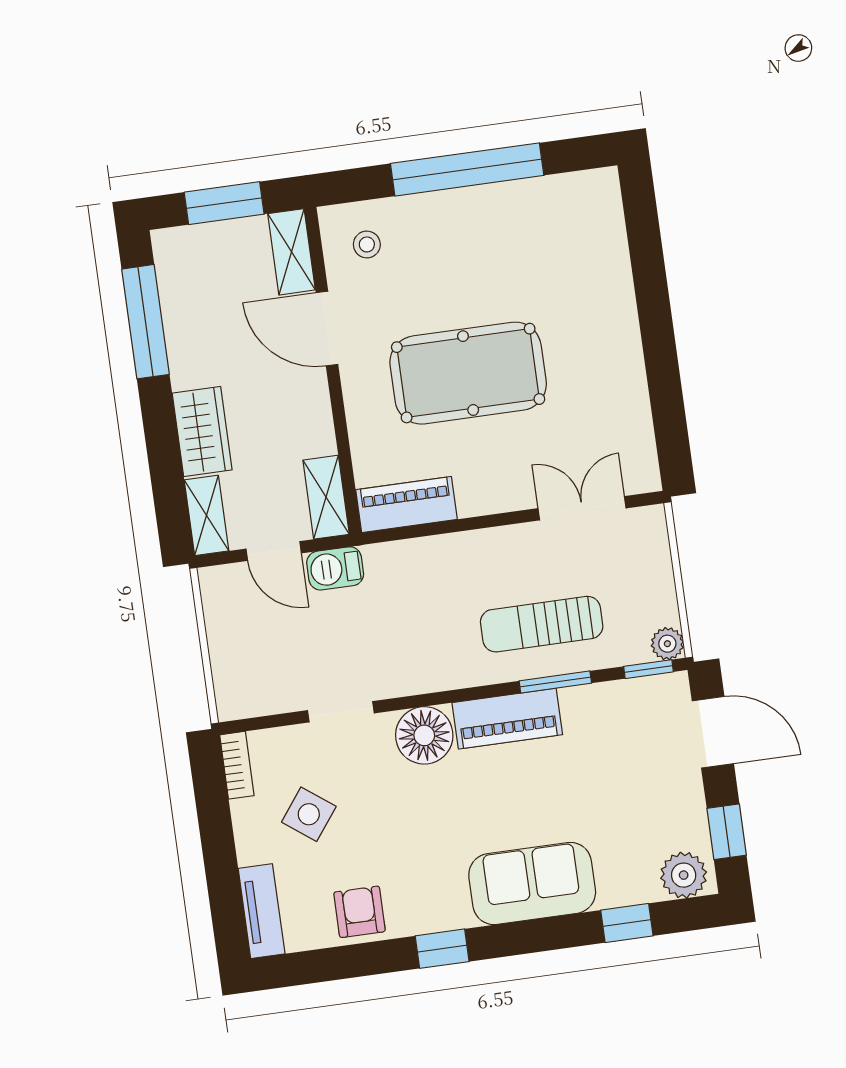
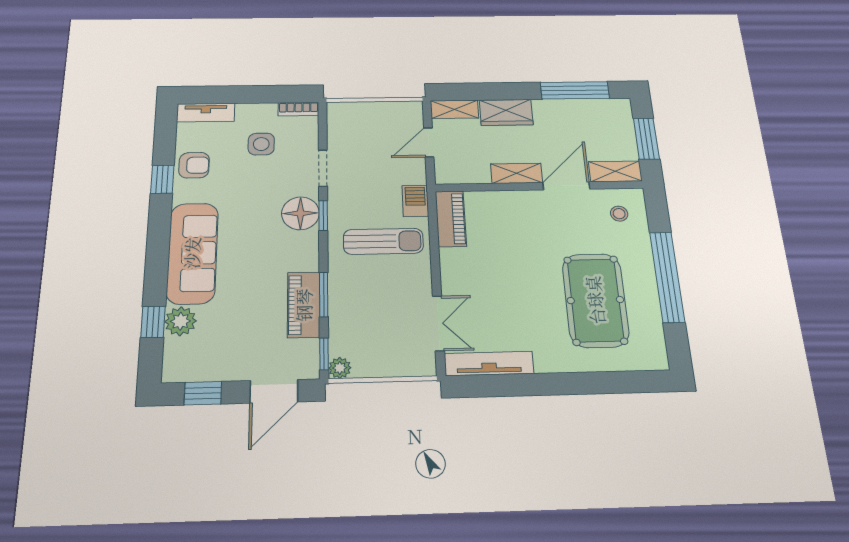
pool table: (468, 373) -> (595, 300), moved
tv unit: (637, 430) -> (489, 363), added
shelving: (326, 497) -> (517, 173), moved
barbecue: (335, 568) -> (415, 201), moved
sun lounger: (542, 624) -> (383, 241), moved, turned 90
window: (424, 700) -> (323, 216), added
piano: (507, 719) -> (304, 305), moved
side table: (309, 814) -> (261, 144), turned -37
plant: (684, 875) -> (180, 321), moved
sofa: (532, 883) -> (192, 253), width x1.36
window: (442, 949) -> (162, 179), moved

